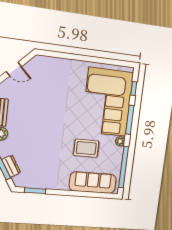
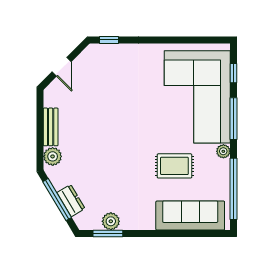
window: (51, 54) -> (109, 40), added
door: (14, 69) -> (62, 67), hinge flipped
plant: (38, 183) -> (111, 221), added

